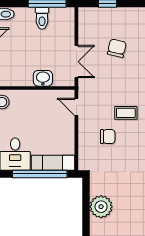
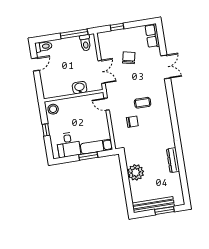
toilet: (42, 18) -> (85, 43), moved
window: (40, 174) -> (88, 156), width x0.47

